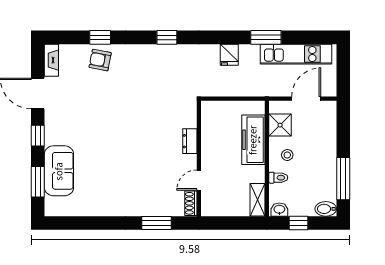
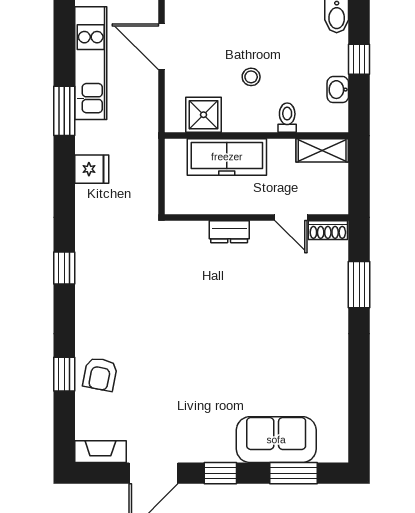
shower: (280, 125) -> (204, 115), moved
freezer: (253, 140) -> (227, 157), moved
wall: (267, 158) -> (257, 136), moved
toilet: (278, 178) -> (287, 118), moved
shelving: (258, 200) -> (322, 150), moved

